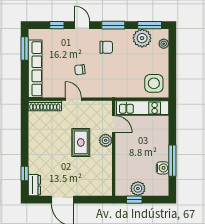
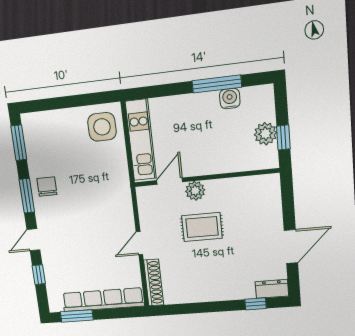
plant: (142, 38) -> (39, 152), removed
plant: (164, 44) -> (42, 119), removed
chair: (106, 47) -> (47, 187), moved
chair: (80, 70) -> (96, 238), removed

